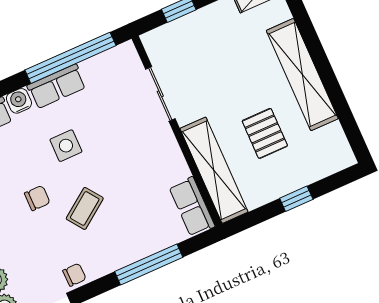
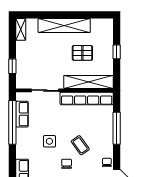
row of seats: (57, 86) -> (22, 114), moved
water cooler: (19, 101) -> (21, 153), removed
row of seats: (192, 207) -> (87, 99), width x2.02

